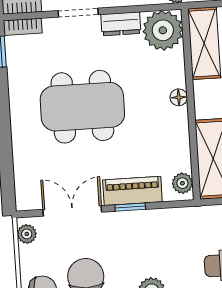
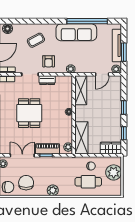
plant: (163, 30) -> (64, 84), removed
dining table: (82, 107) -> (29, 113), width x0.73

